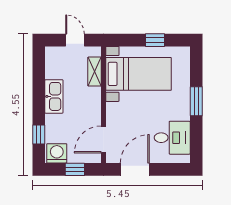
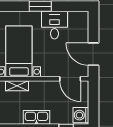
desk: (172, 138) -> (54, 25), moved
window: (75, 169) -> (93, 101), removed

